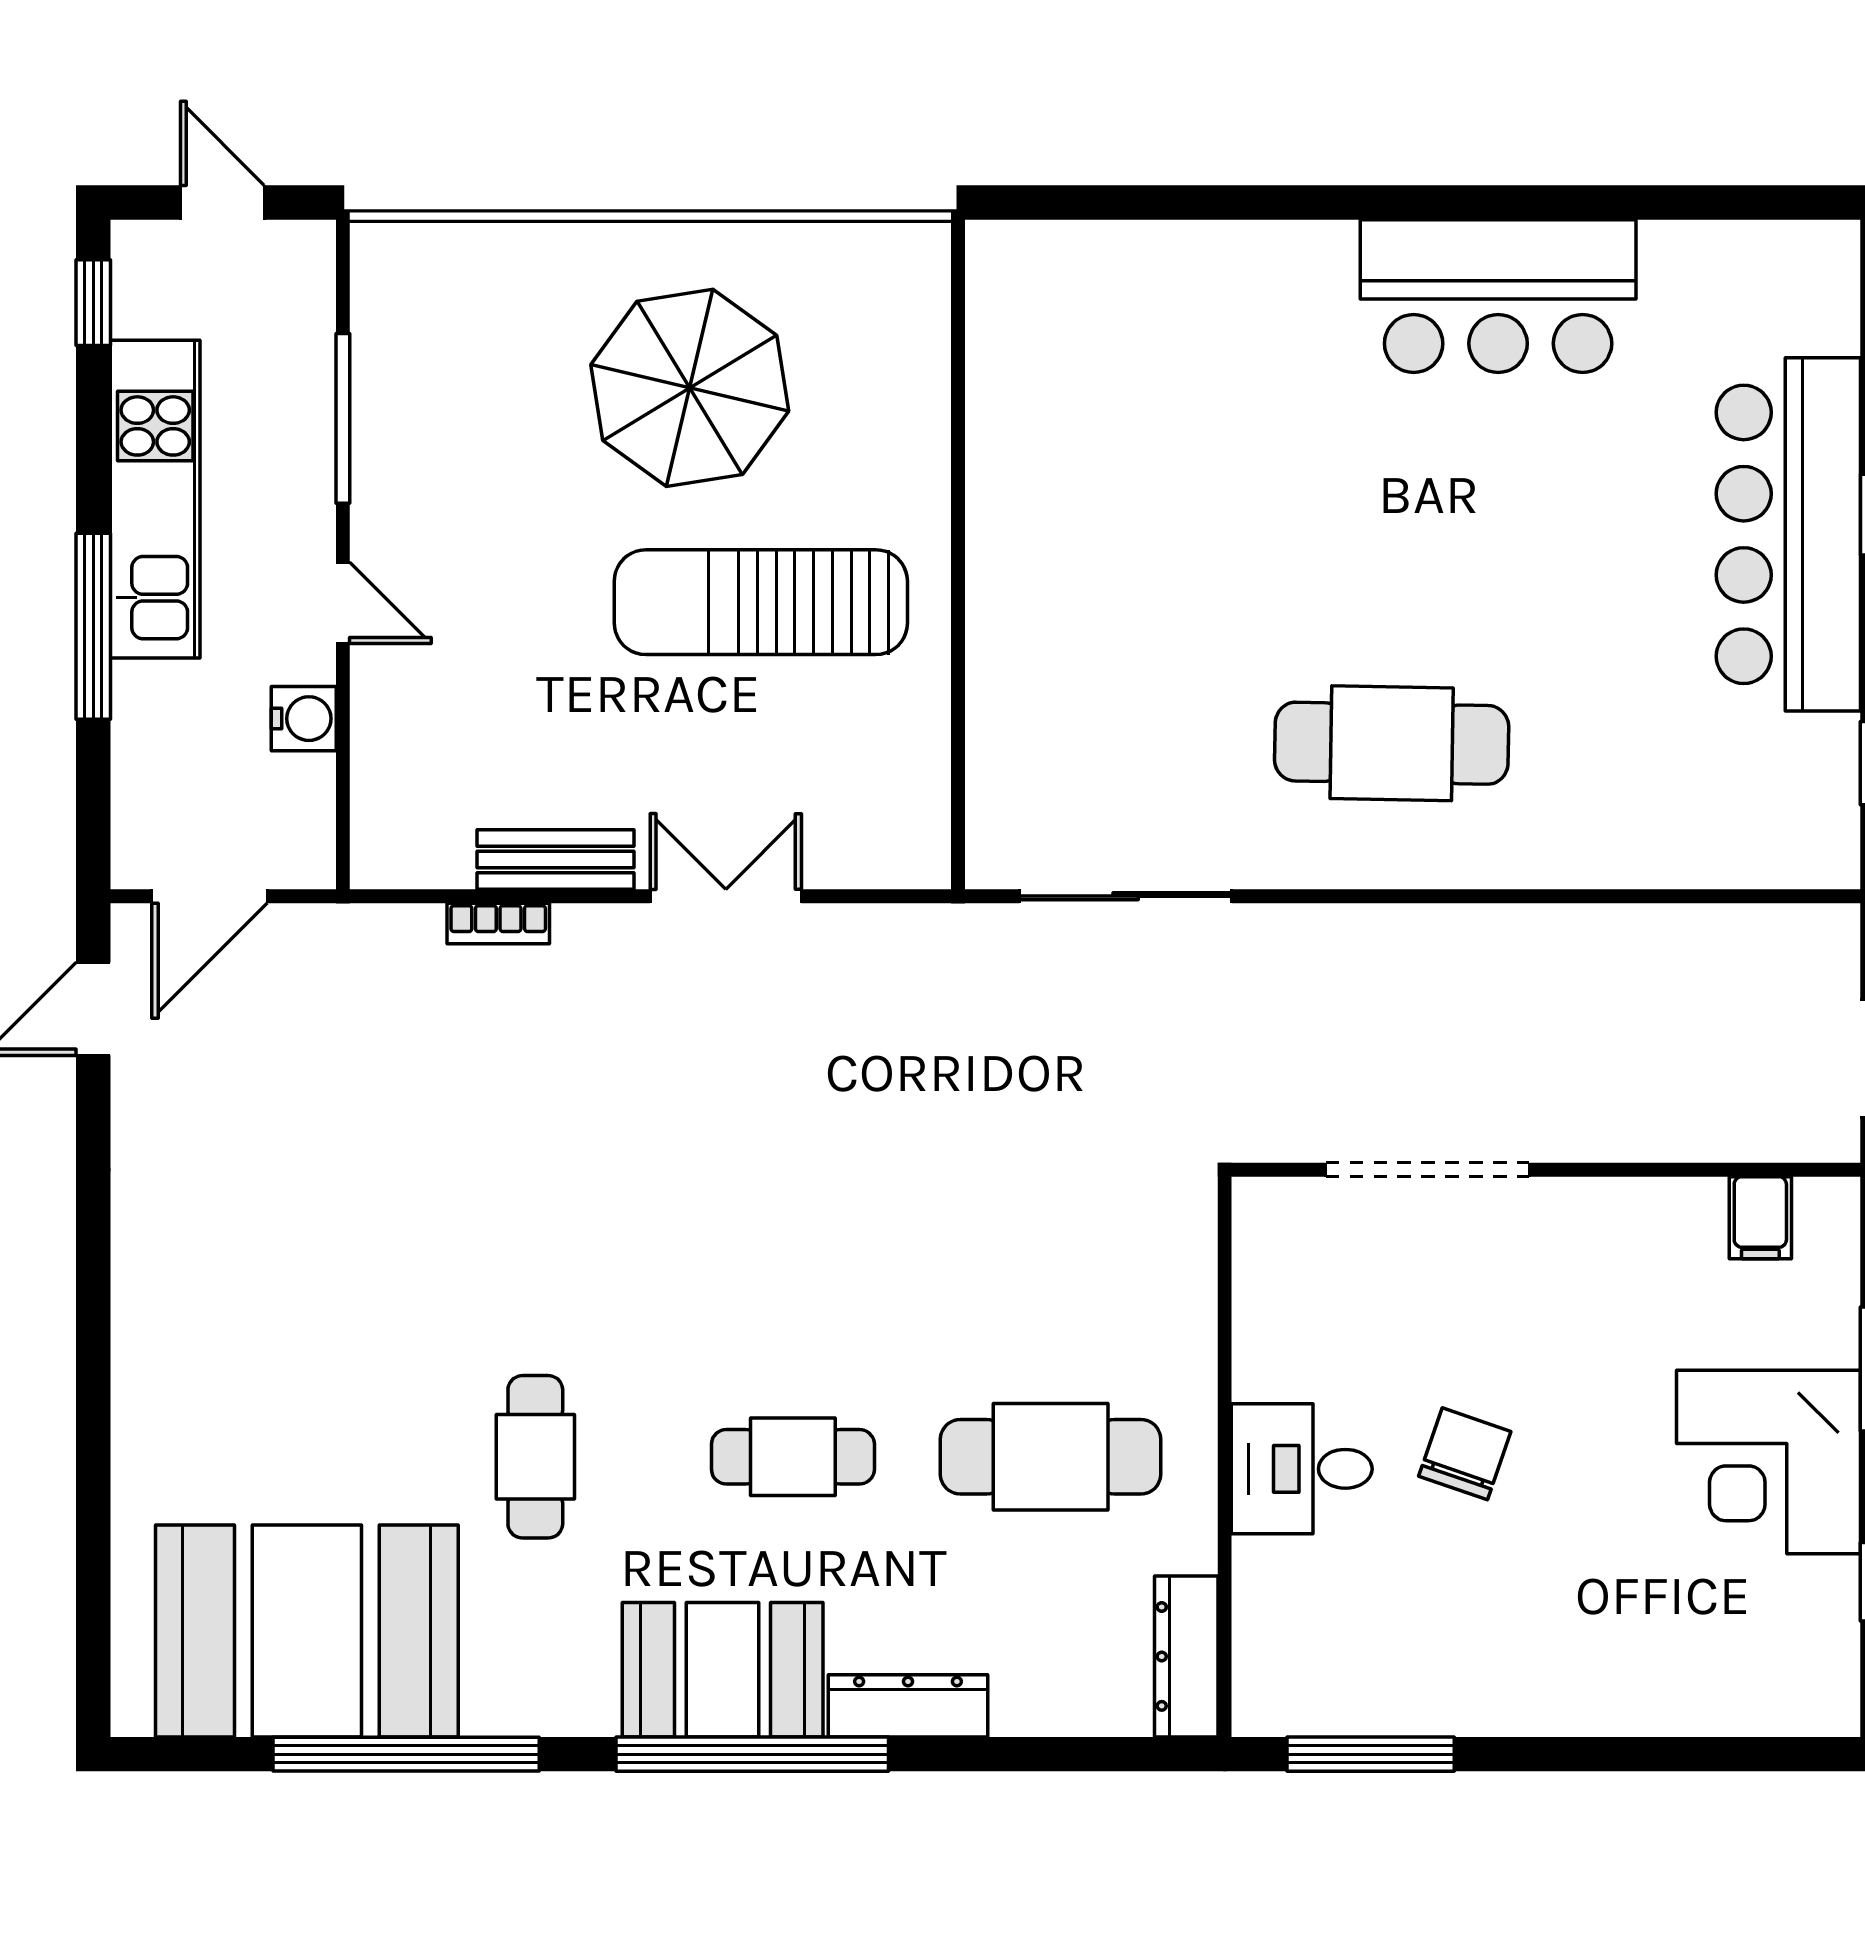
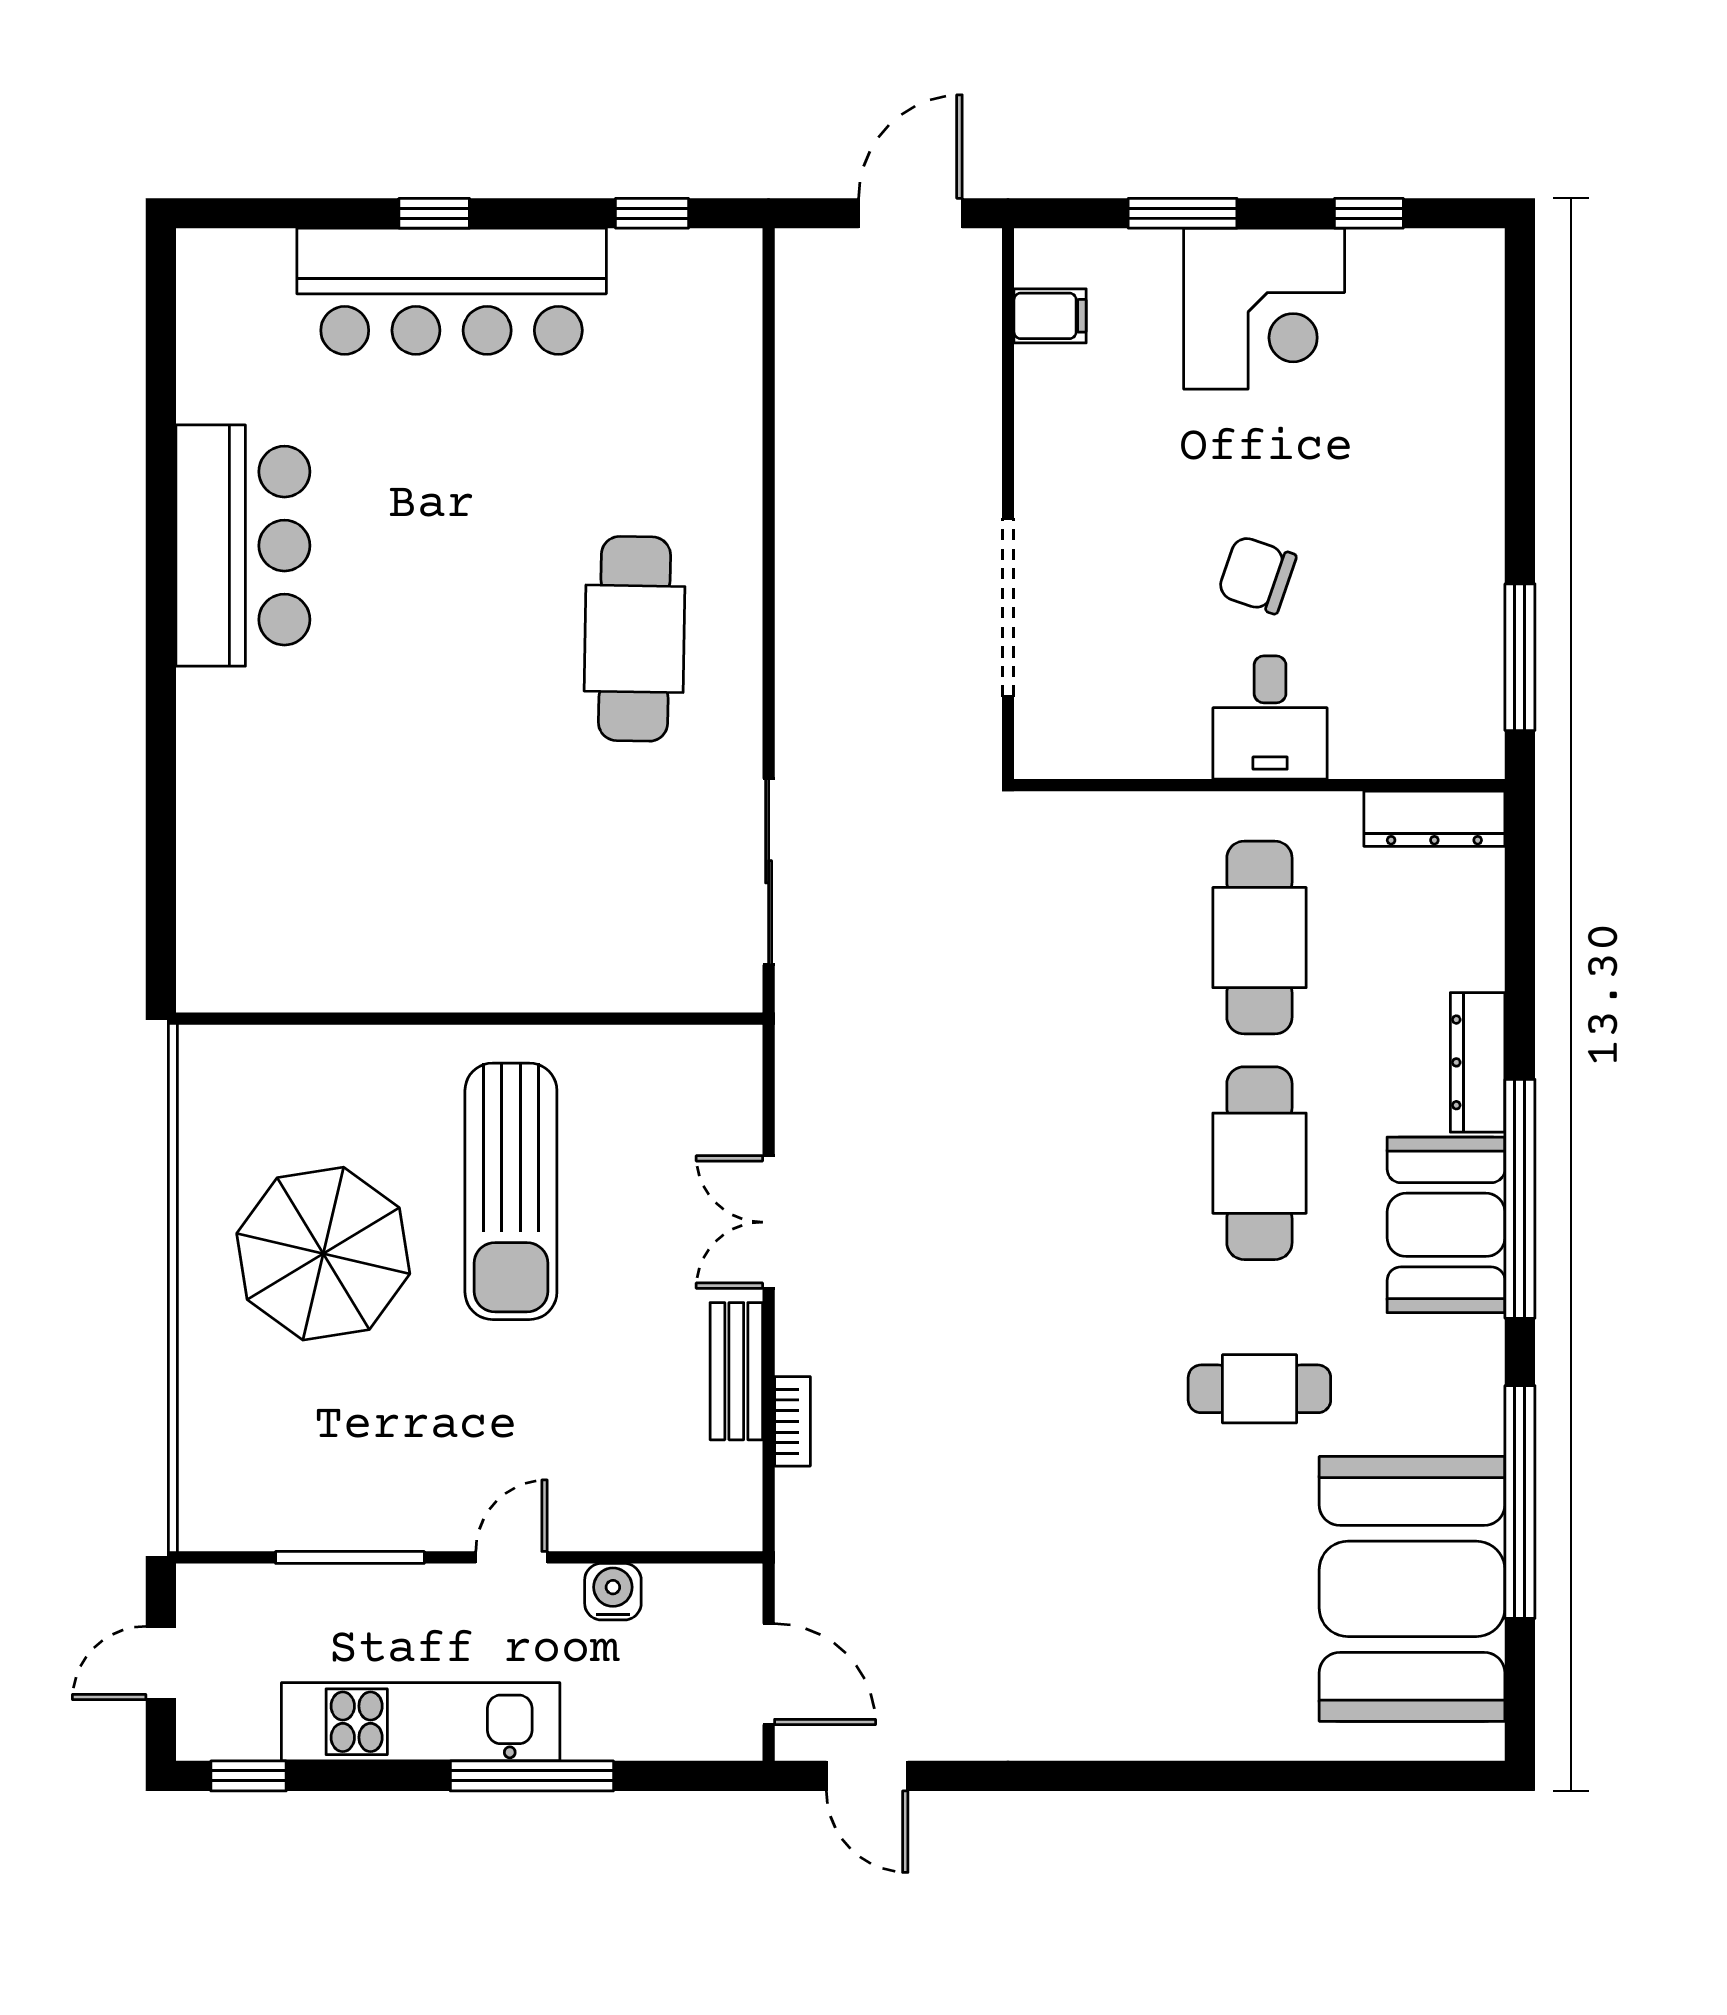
cafe table: (793, 1457) -> (1259, 1163), width x1.37, depth x1.35

